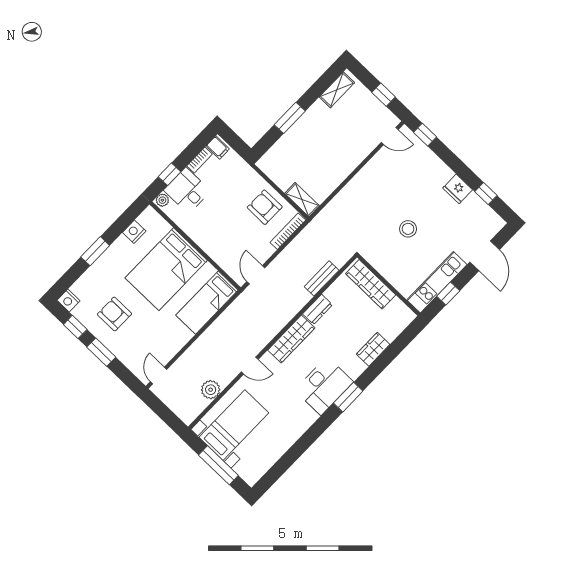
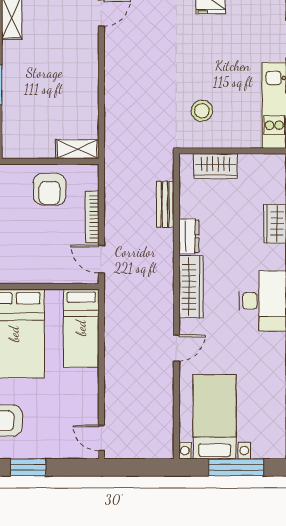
armchair: (265, 207) -> (50, 189), turned -90
stool: (408, 229) -> (202, 111), moved
bookcase: (288, 231) -> (92, 217), moved
wardrobe: (371, 284) -> (215, 166), width x0.67
plant: (211, 390) -> (162, 405), removed

